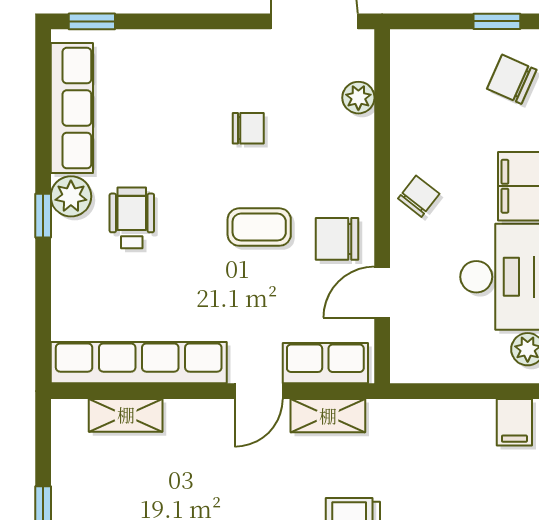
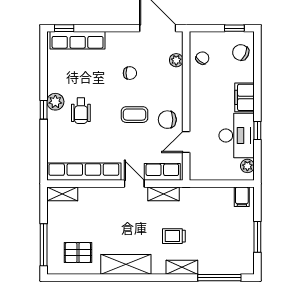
row of seats: (72, 108) -> (78, 40), moved, turned 90
chair: (419, 196) -> (202, 58), moved
wheelchair: (132, 218) -> (81, 111), turned 180
door: (259, 391) -> (134, 184), swing flipped
shelving: (126, 415) -> (62, 194), moved

